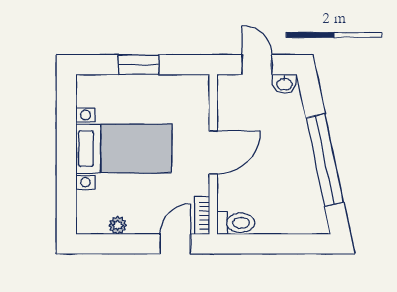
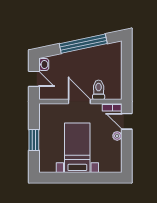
door: (257, 65) -> (34, 79), swing flipped
toilet: (236, 223) -> (99, 90), moved
plant: (118, 225) -> (117, 136), moved

